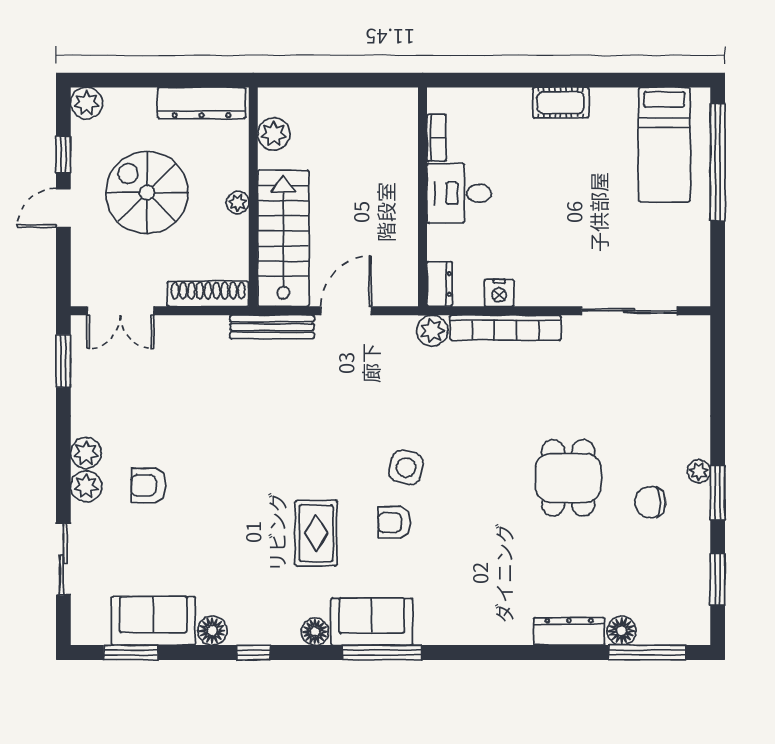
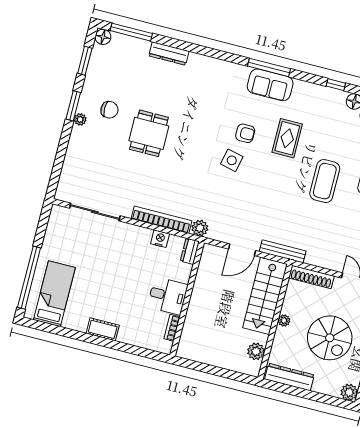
coffee table: (229, 473) -> (325, 181), added
floor lamp: (621, 631) -> (103, 37), moved
floor lamp: (315, 632) -> (301, 87), removed

